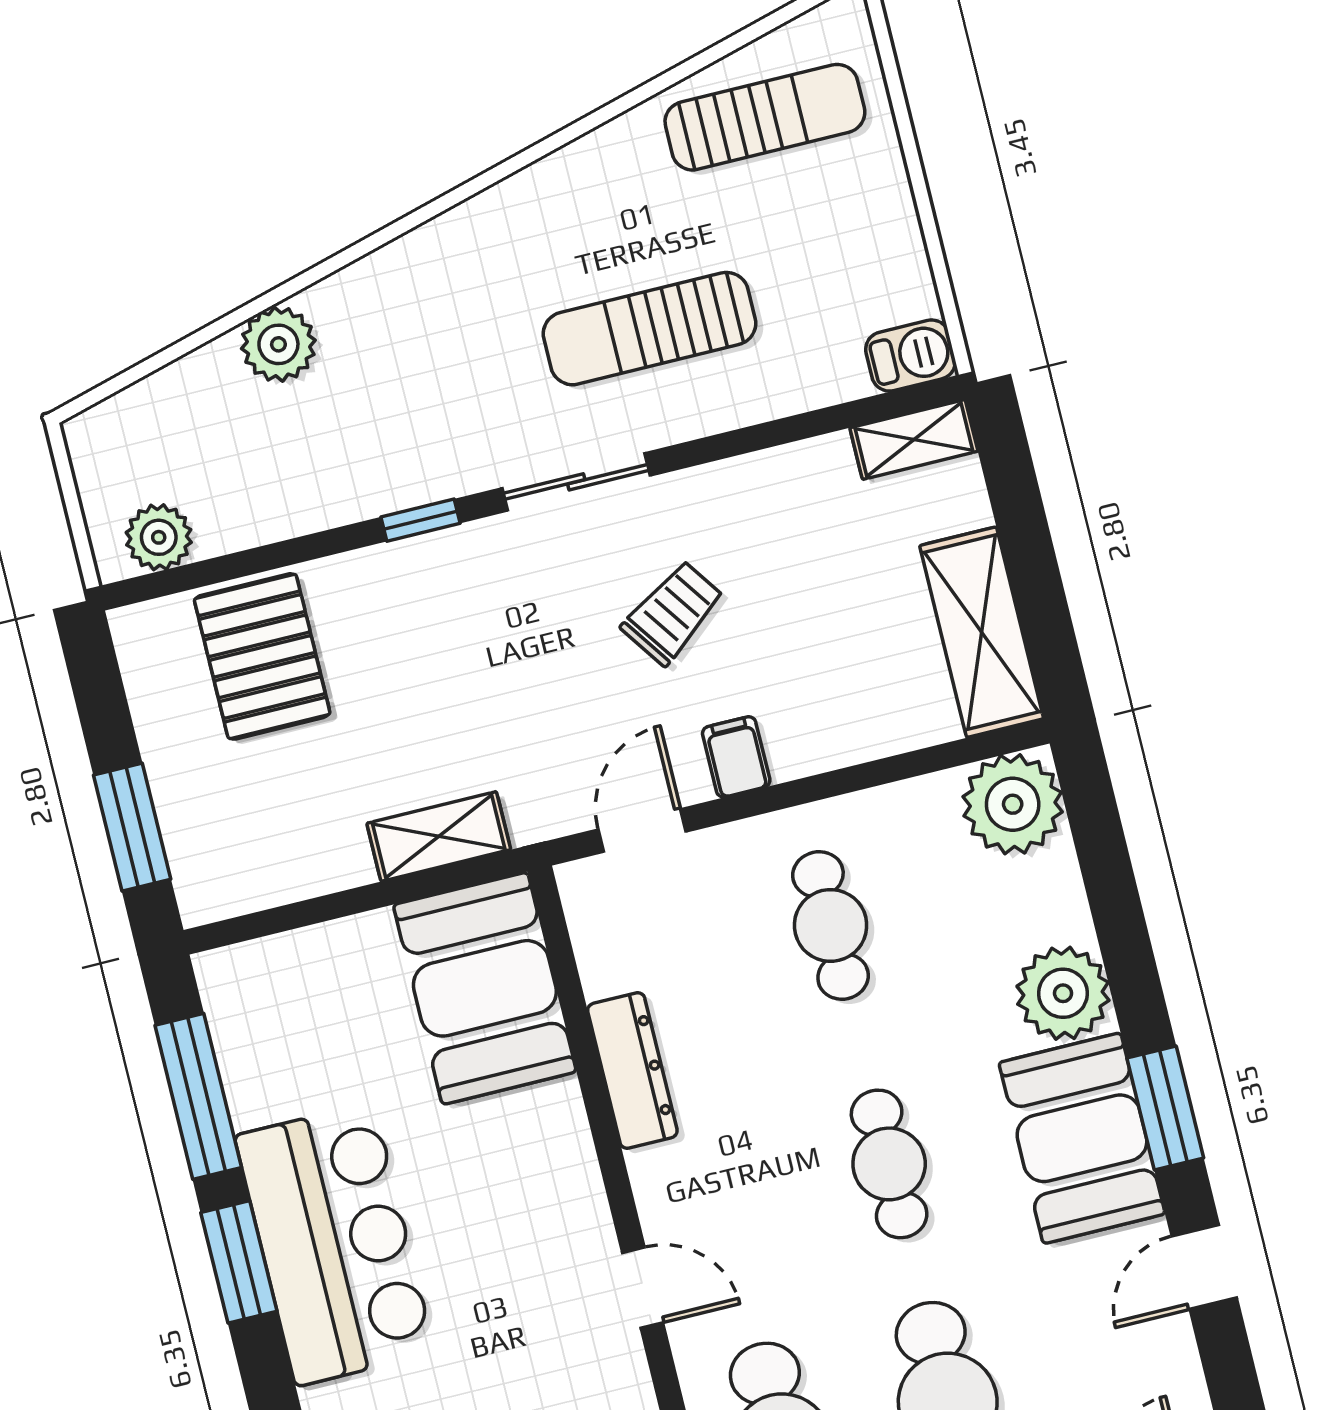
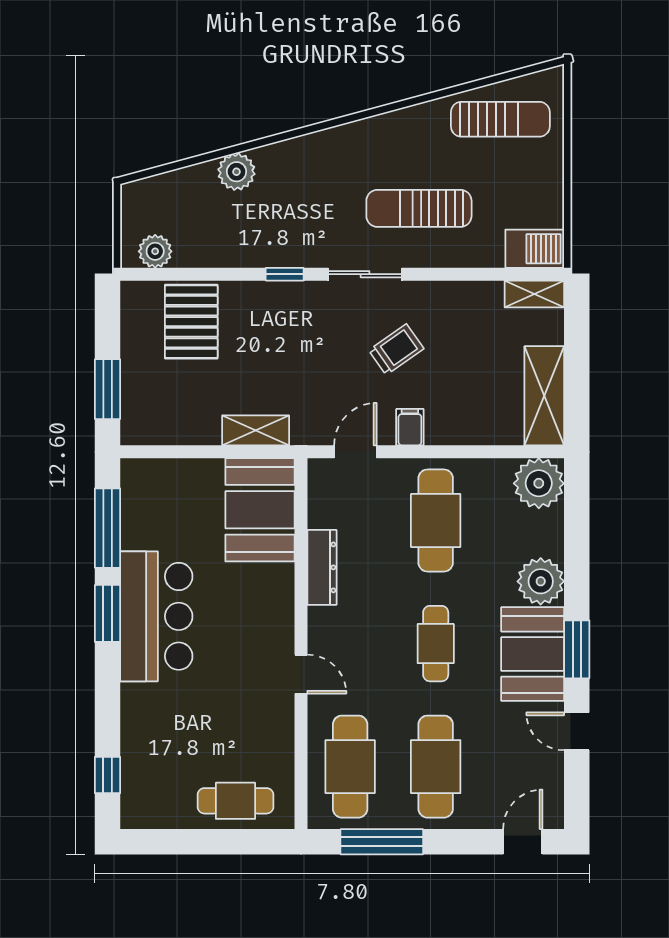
barbecue: (911, 356) -> (535, 249), width x1.38, depth x1.27
cafe table: (831, 925) -> (436, 520), width x1.37, depth x1.35
door: (1204, 1267) -> (577, 731), hinge flipped

